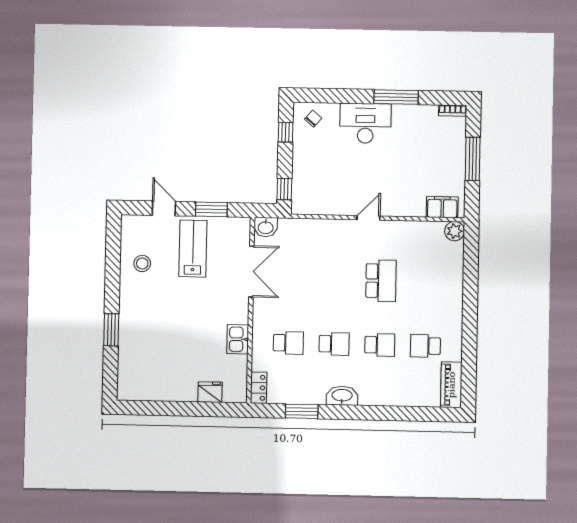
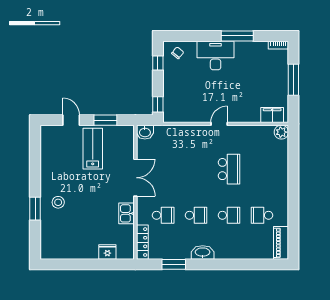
stool: (142, 263) -> (58, 202), moved
double door: (251, 271) -> (135, 178), moved
locker: (259, 388) -> (142, 242), width x1.53

